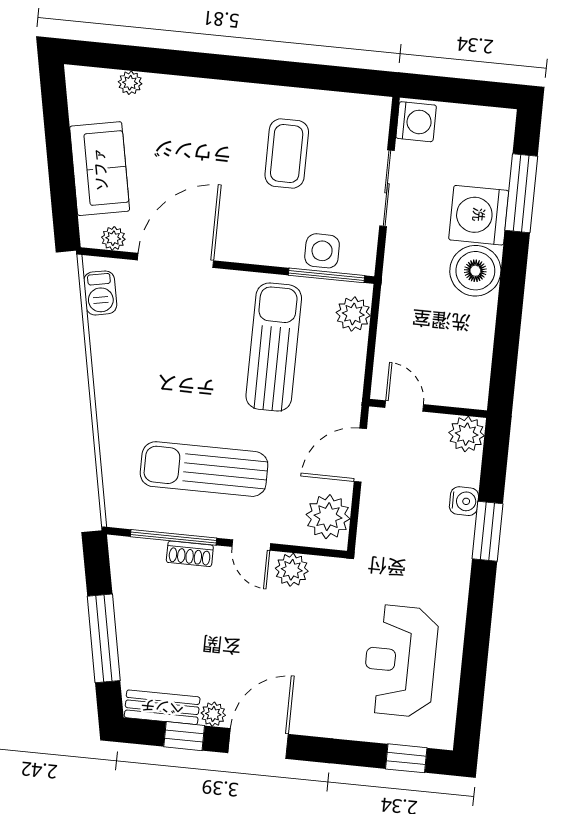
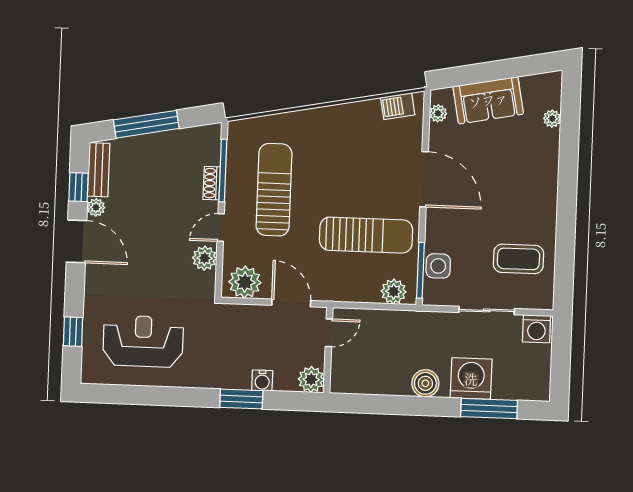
coffee table: (287, 154) -> (518, 259), moved
door: (175, 260) -> (424, 179), moved
boiler: (475, 271) -> (425, 383), width x0.73, depth x0.73
window: (406, 758) -> (73, 332), moved

